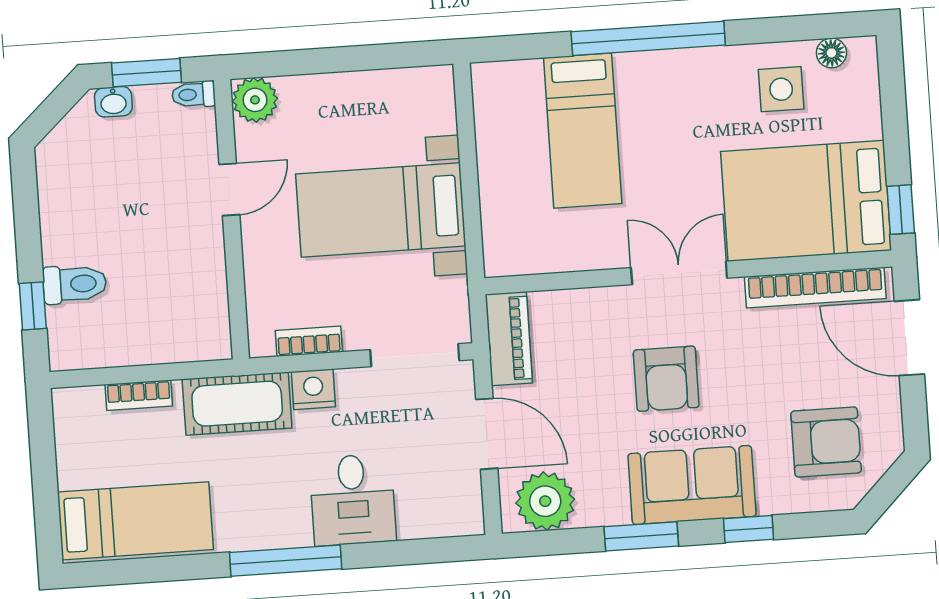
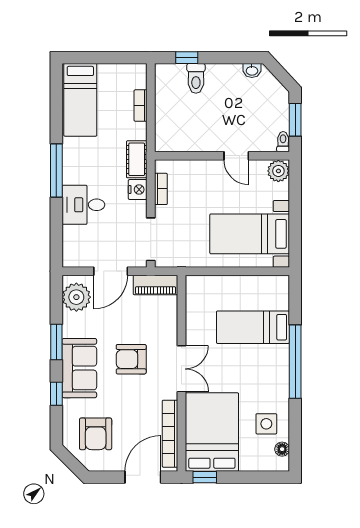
washbasin: (113, 102) -> (252, 70), moved, turned -90
bed with nightstands: (381, 210) -> (250, 234), moved, turned -90
cot: (237, 404) -> (137, 159), width x0.73, depth x0.75

